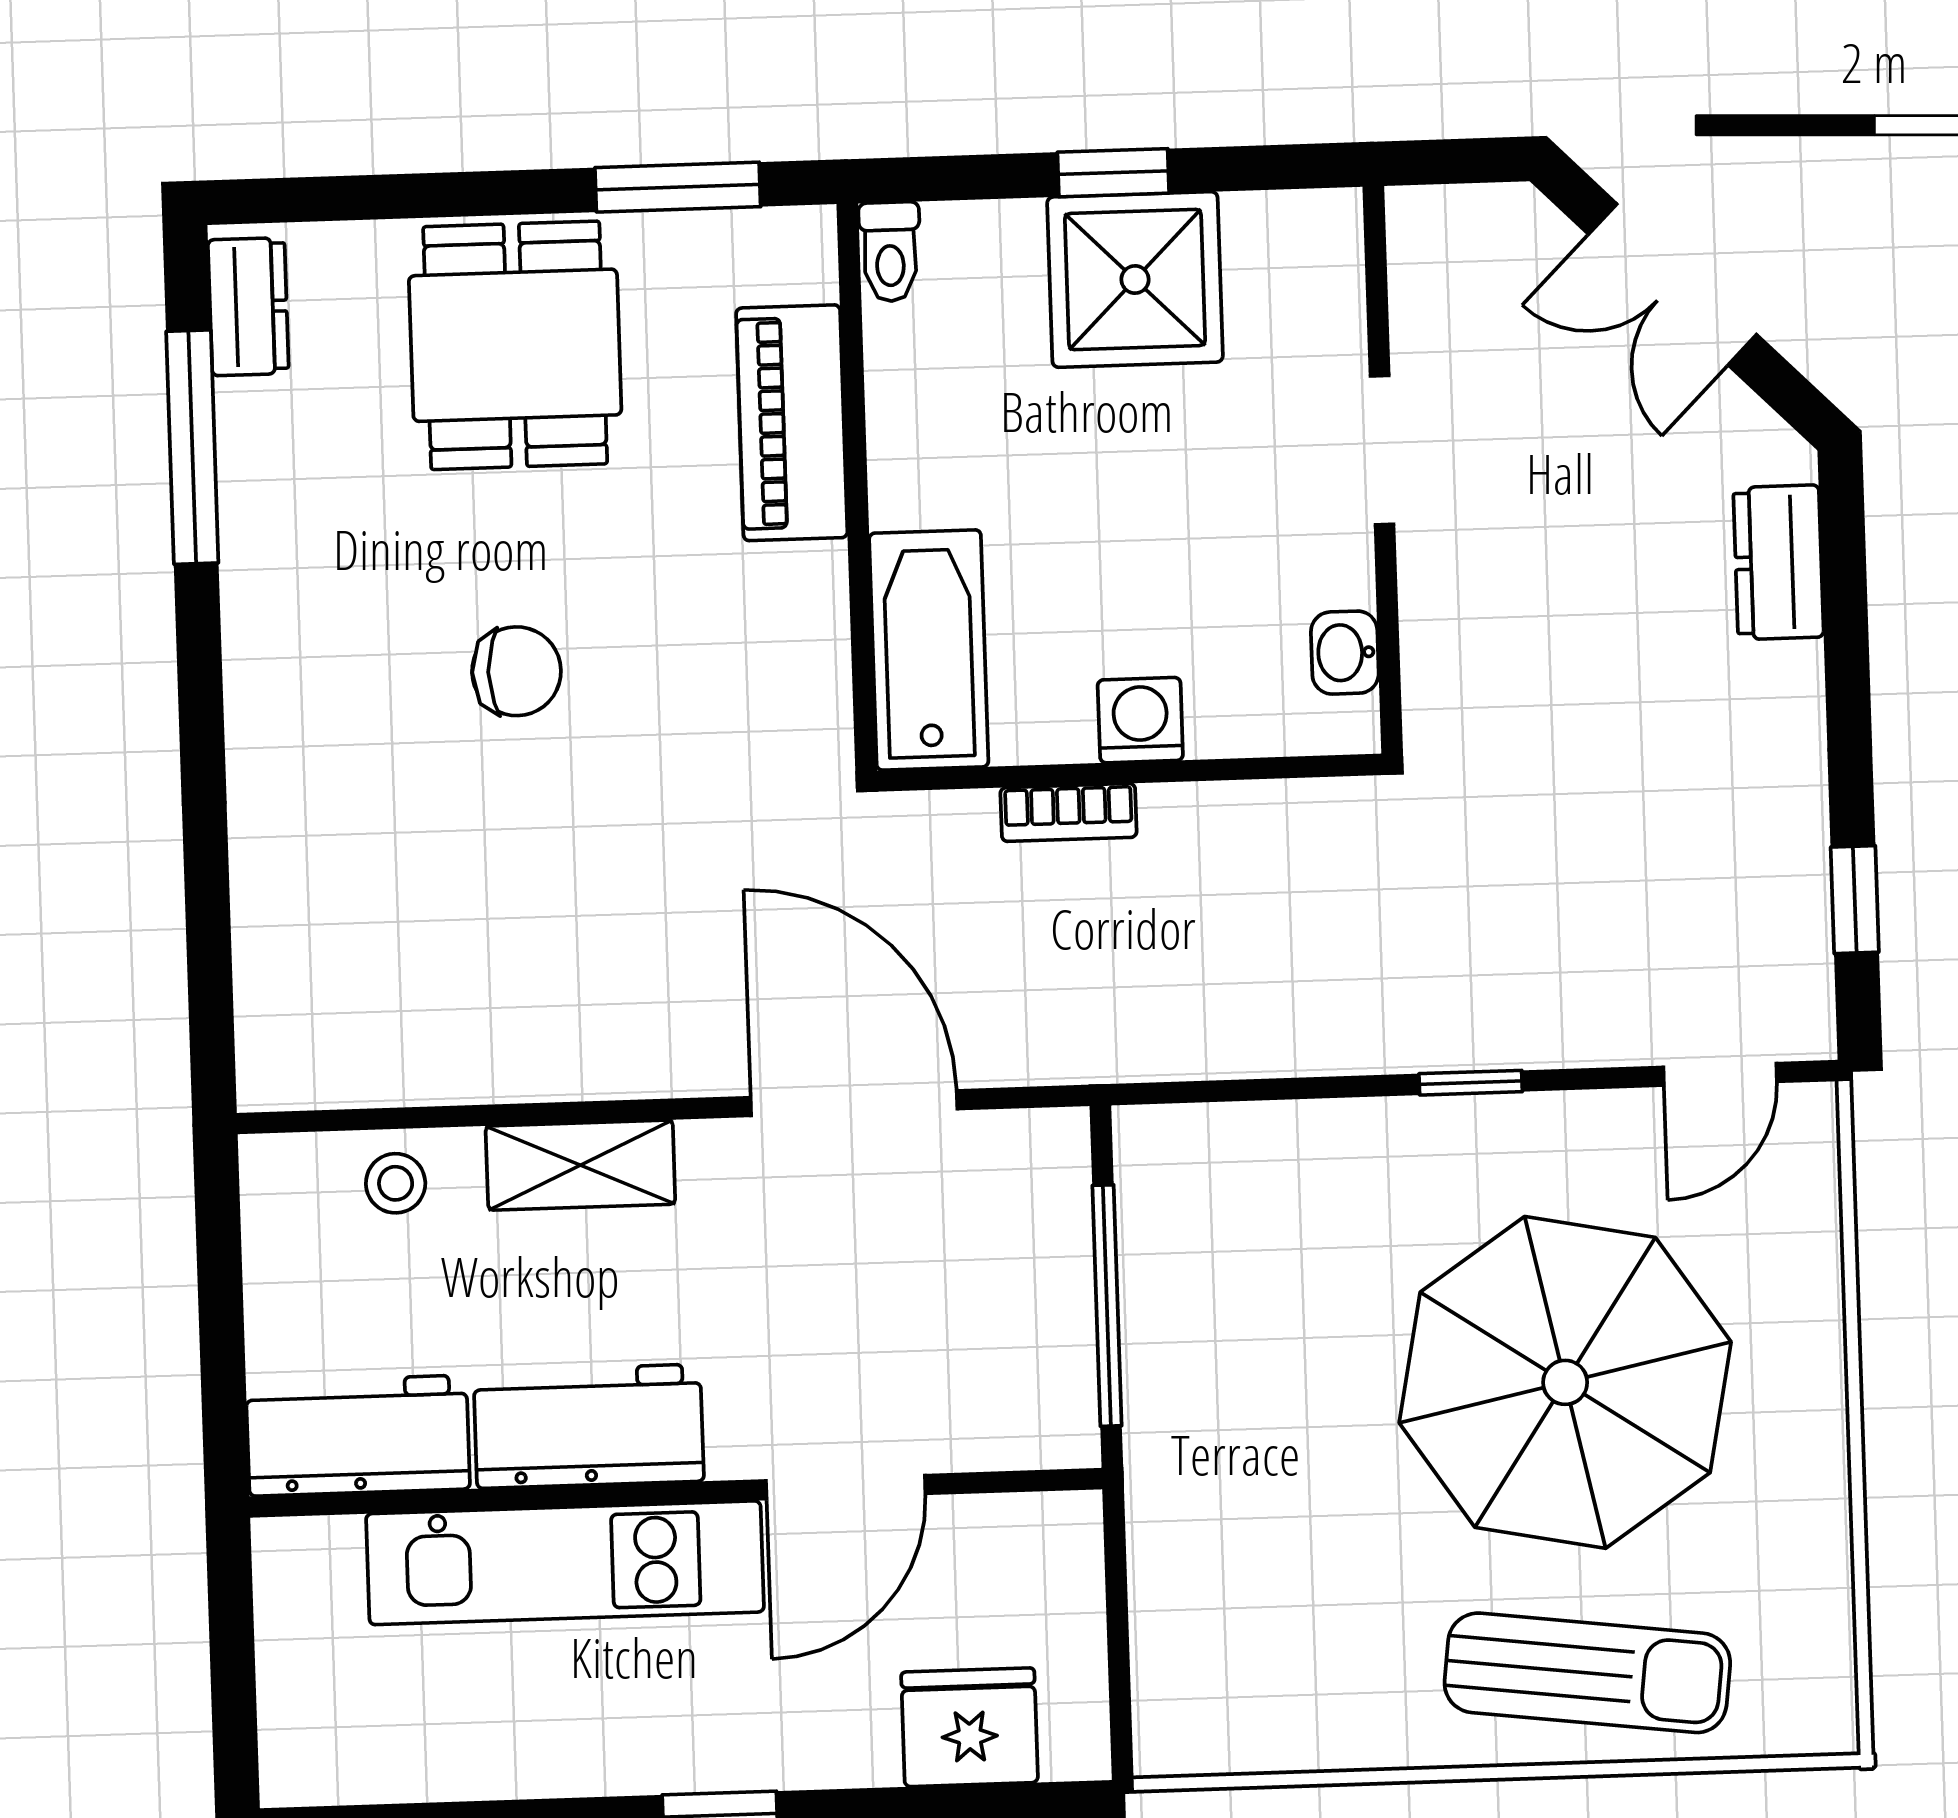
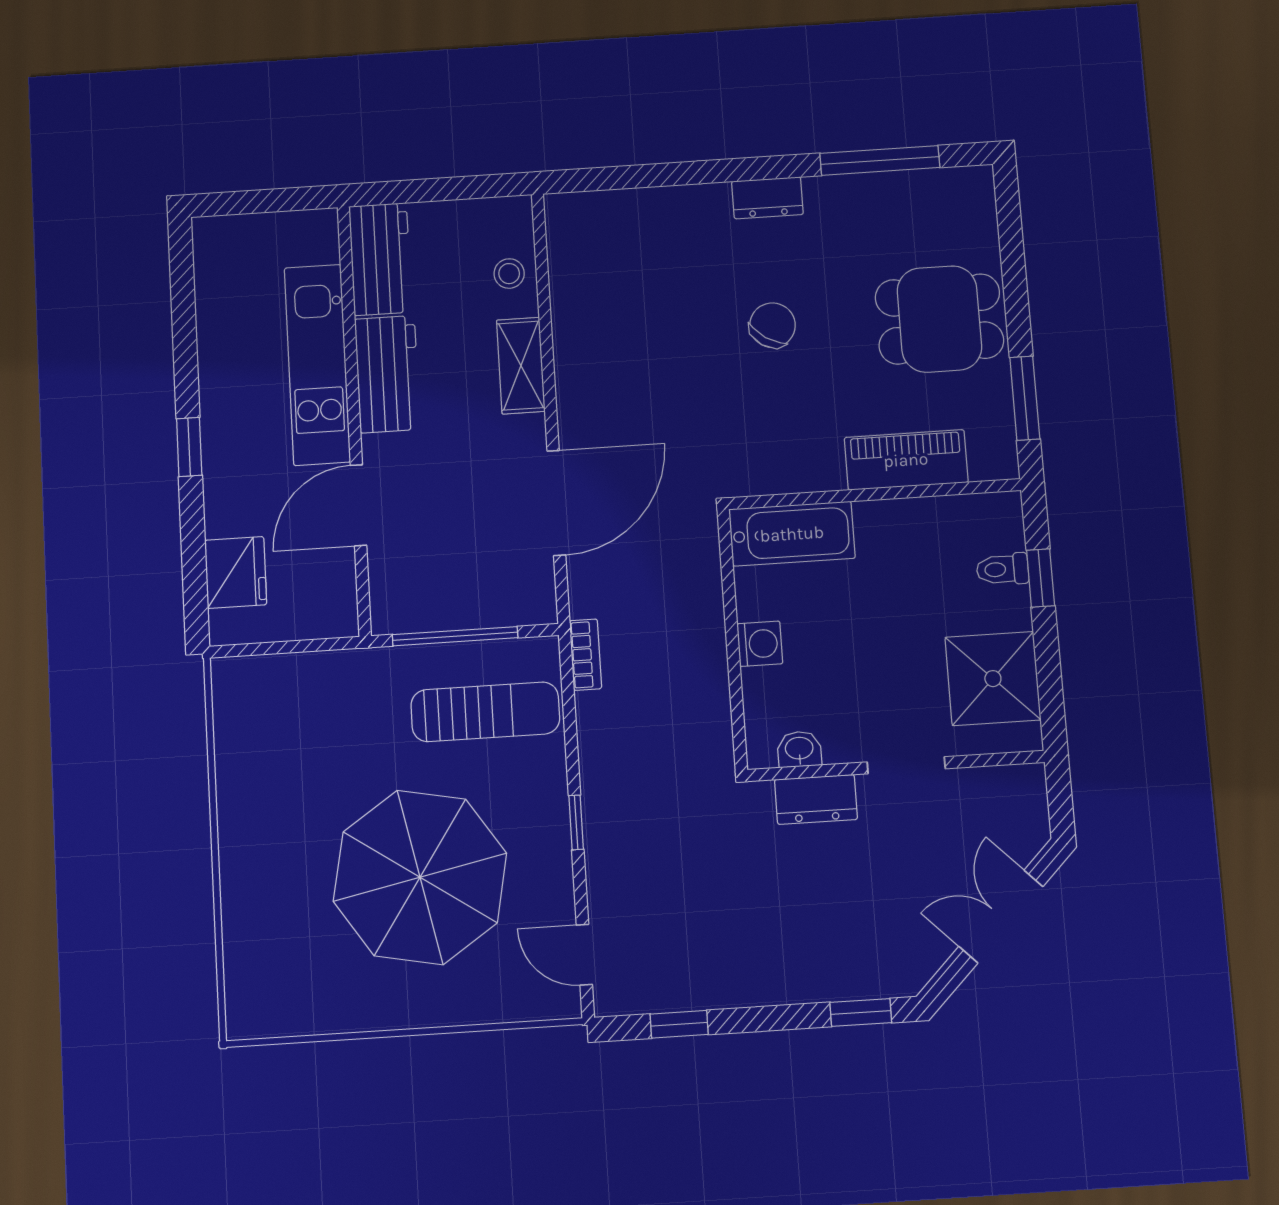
window: (1113, 173) -> (1041, 578), moved
toilet: (890, 252) -> (1002, 569), moved
shower: (1135, 279) -> (993, 679), moved
dresser: (248, 307) -> (767, 198), moved
window: (1843, 557) -> (861, 1013), added
dresser: (1778, 562) -> (816, 799), moved, turned 180
chair: (516, 671) -> (772, 325), turned -147
bookcase: (1068, 812) -> (585, 655), moved, turned 180
door: (846, 1487) -> (358, 505), hinge flipped
sun lounger: (1587, 1673) -> (485, 712), moved, turned -97

